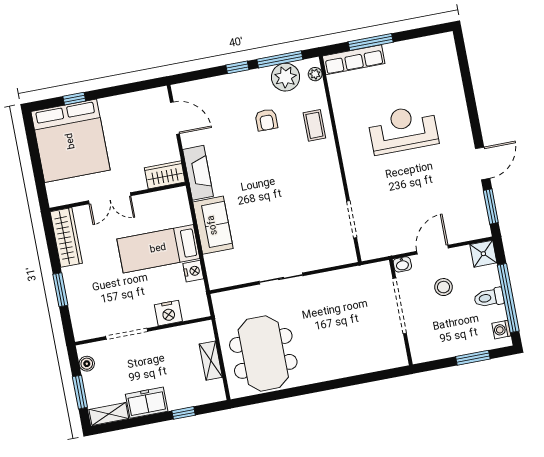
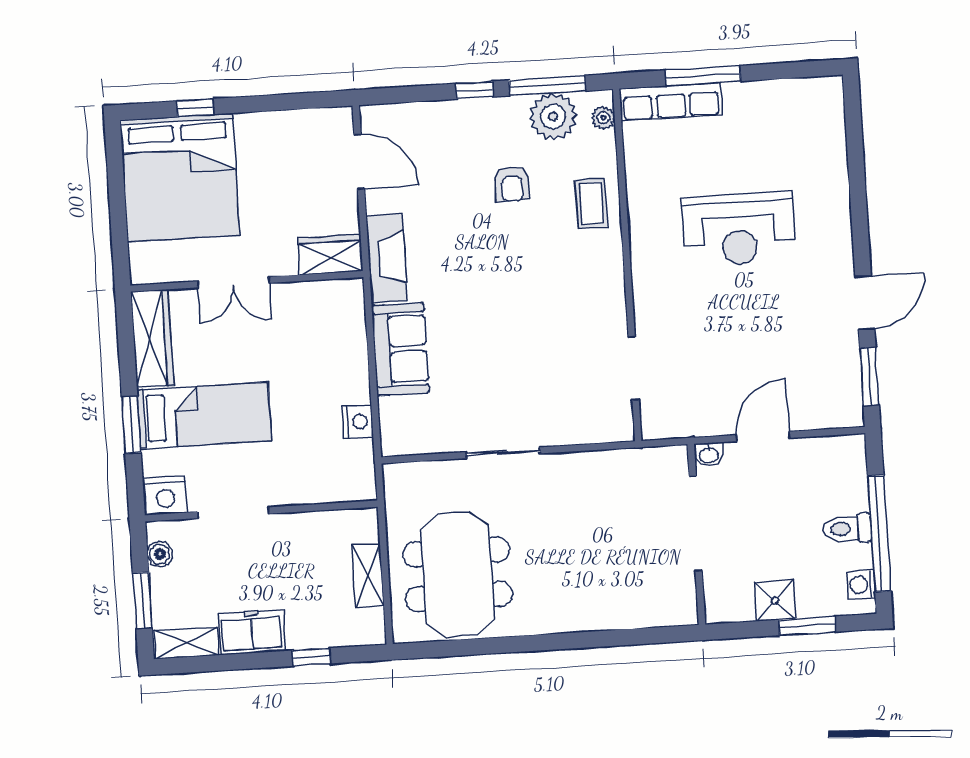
reception desk: (403, 129) -> (739, 229), turned 180
bed: (158, 249) -> (204, 415), moved, turned 180
shower: (483, 254) -> (775, 601), moved
stool: (443, 287) -> (773, 501), removed
nightstand: (168, 313) -> (165, 496), moved

